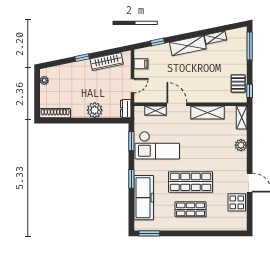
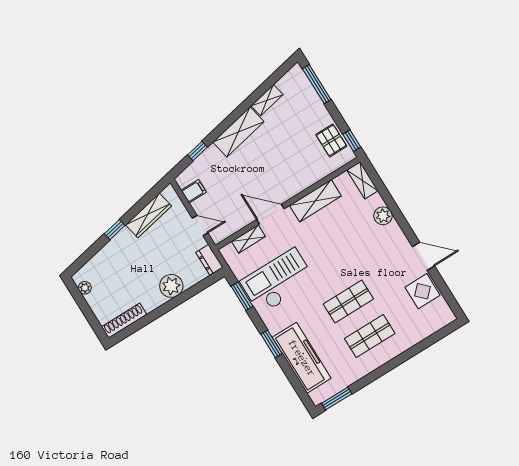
door: (133, 86) -> (200, 225), hinge flipped
checkout: (157, 145) -> (278, 281), turned 180
shop shelf: (191, 182) -> (348, 302), width x0.70, depth x0.74

